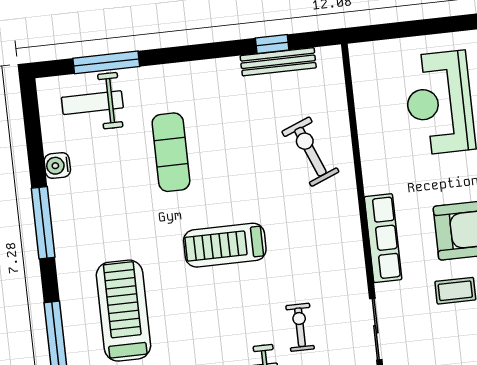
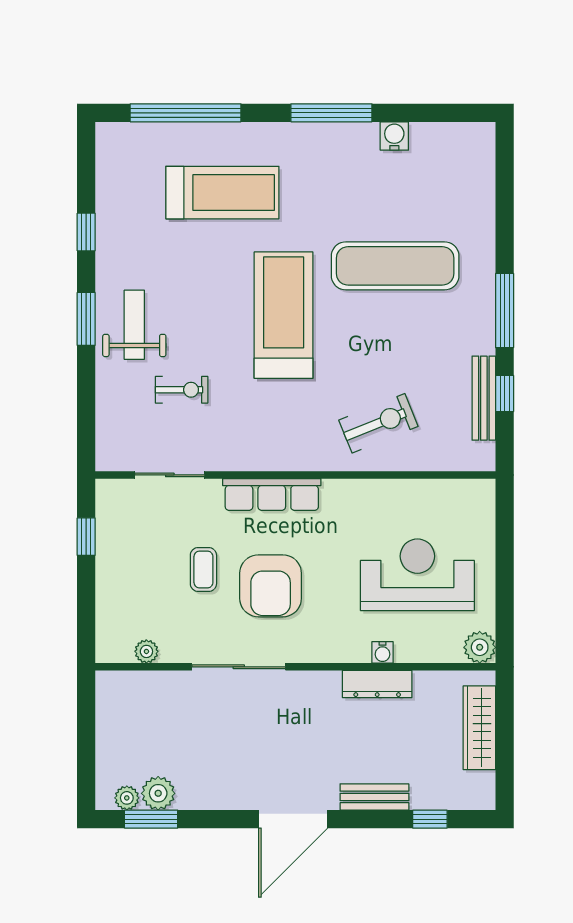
window: (106, 62) -> (505, 311), moved
weight bench: (92, 103) -> (461, 183), removed
exercise mat: (171, 152) -> (395, 266), width x1.36, depth x1.45
treadmill: (225, 245) -> (284, 315), width x1.37, depth x1.38

